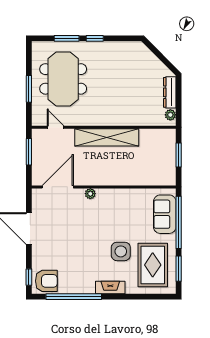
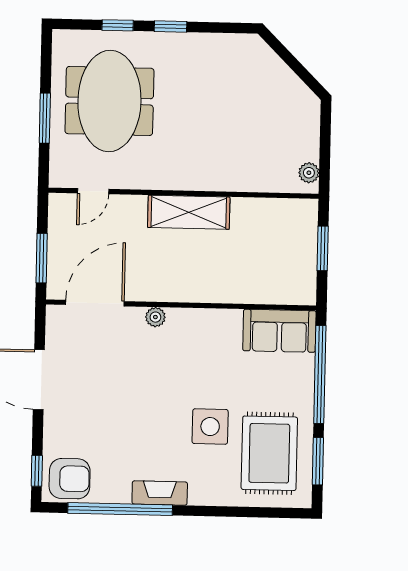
window: (67, 38) -> (118, 25), width x0.67
dresser: (170, 92) -> (309, 131), removed
door: (56, 127) -> (93, 191), swing flipped
shelving: (107, 137) -> (189, 212), width x0.68
window: (29, 152) -> (42, 258), moved
sofa: (165, 214) -> (279, 331), moved, turned -90
fireplace: (110, 287) -> (160, 493), moved

